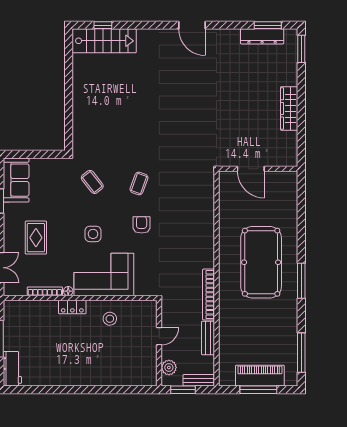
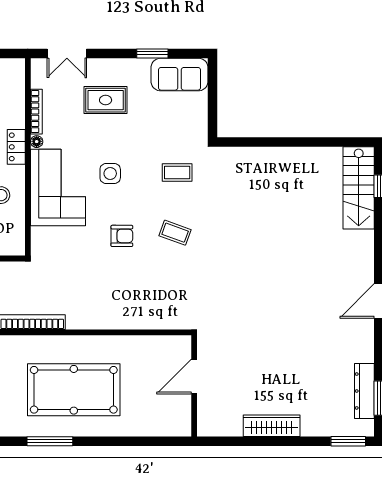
coffee table: (92, 182) -> (177, 173), turned 38

